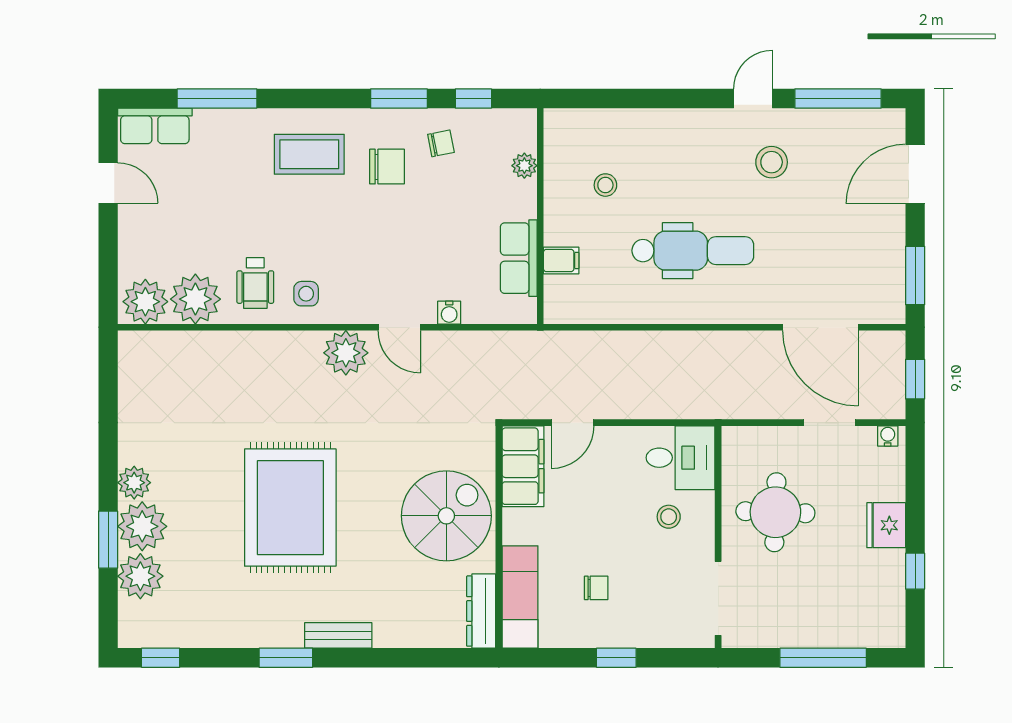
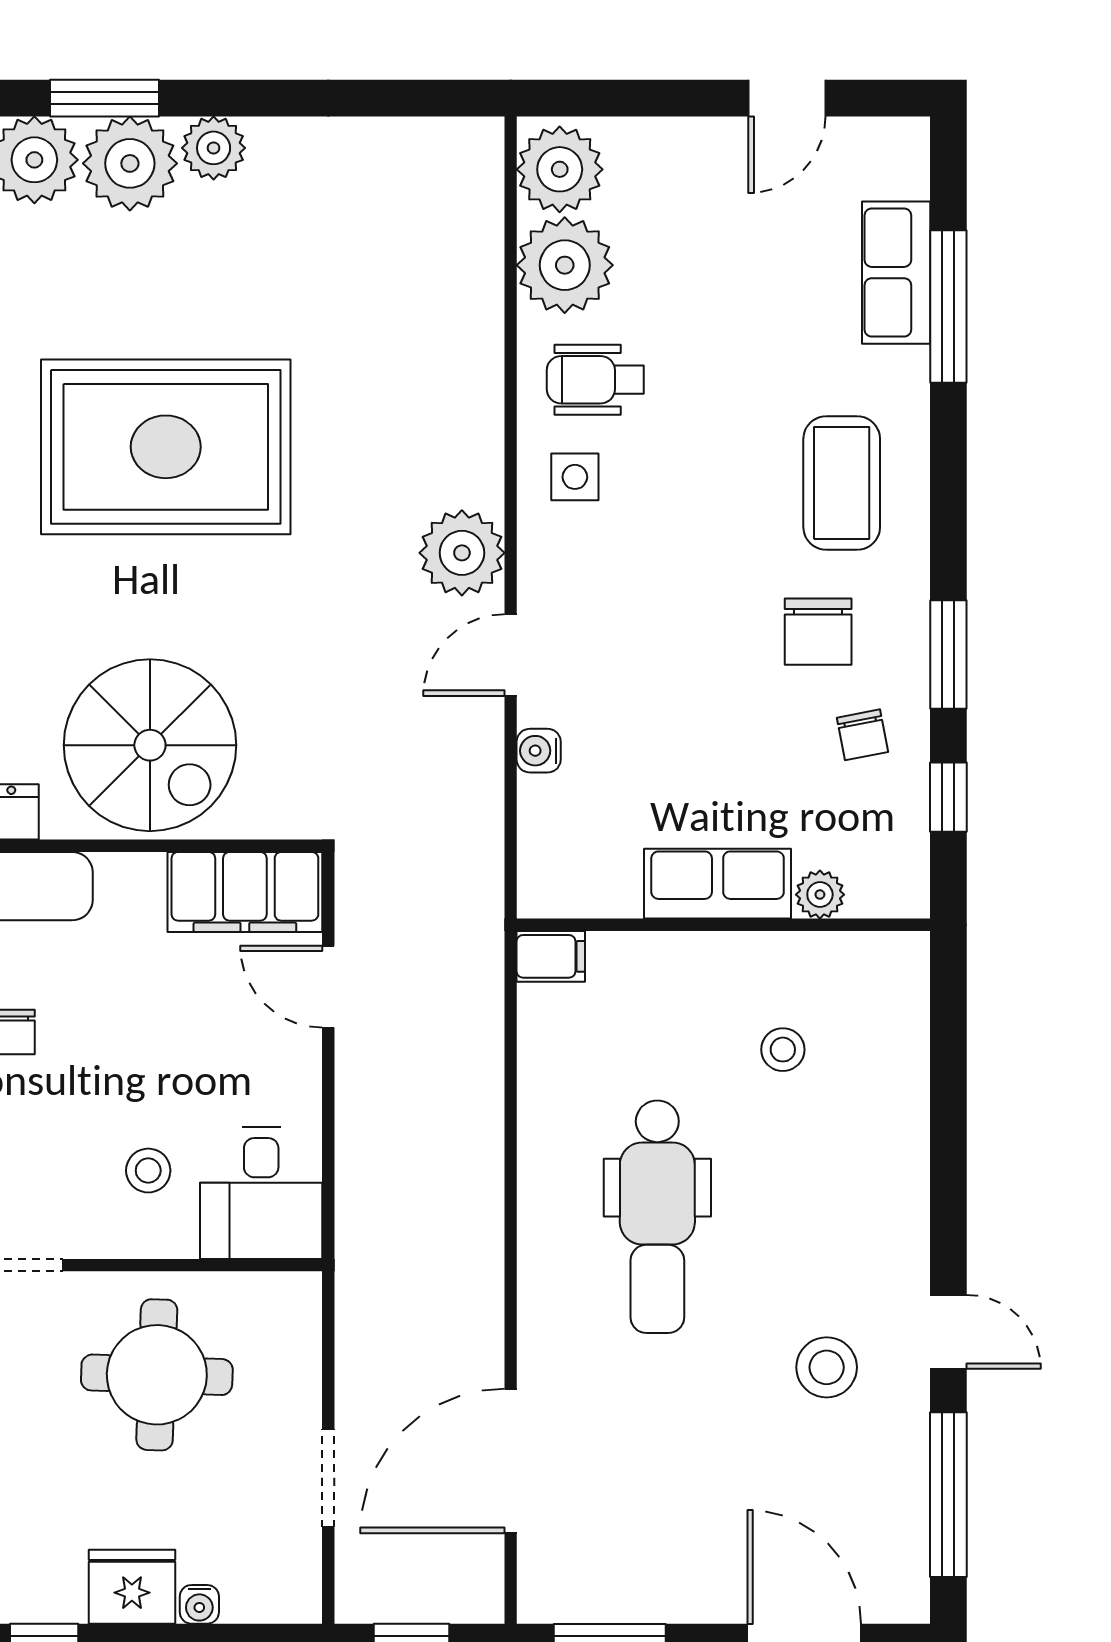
row of seats: (155, 126) -> (896, 273), moved
row of seats: (519, 258) -> (718, 884), moved
filing cabinet: (561, 261) -> (551, 956), moved, turned -90
water cooler: (888, 436) -> (199, 1604), moved, turned 90

